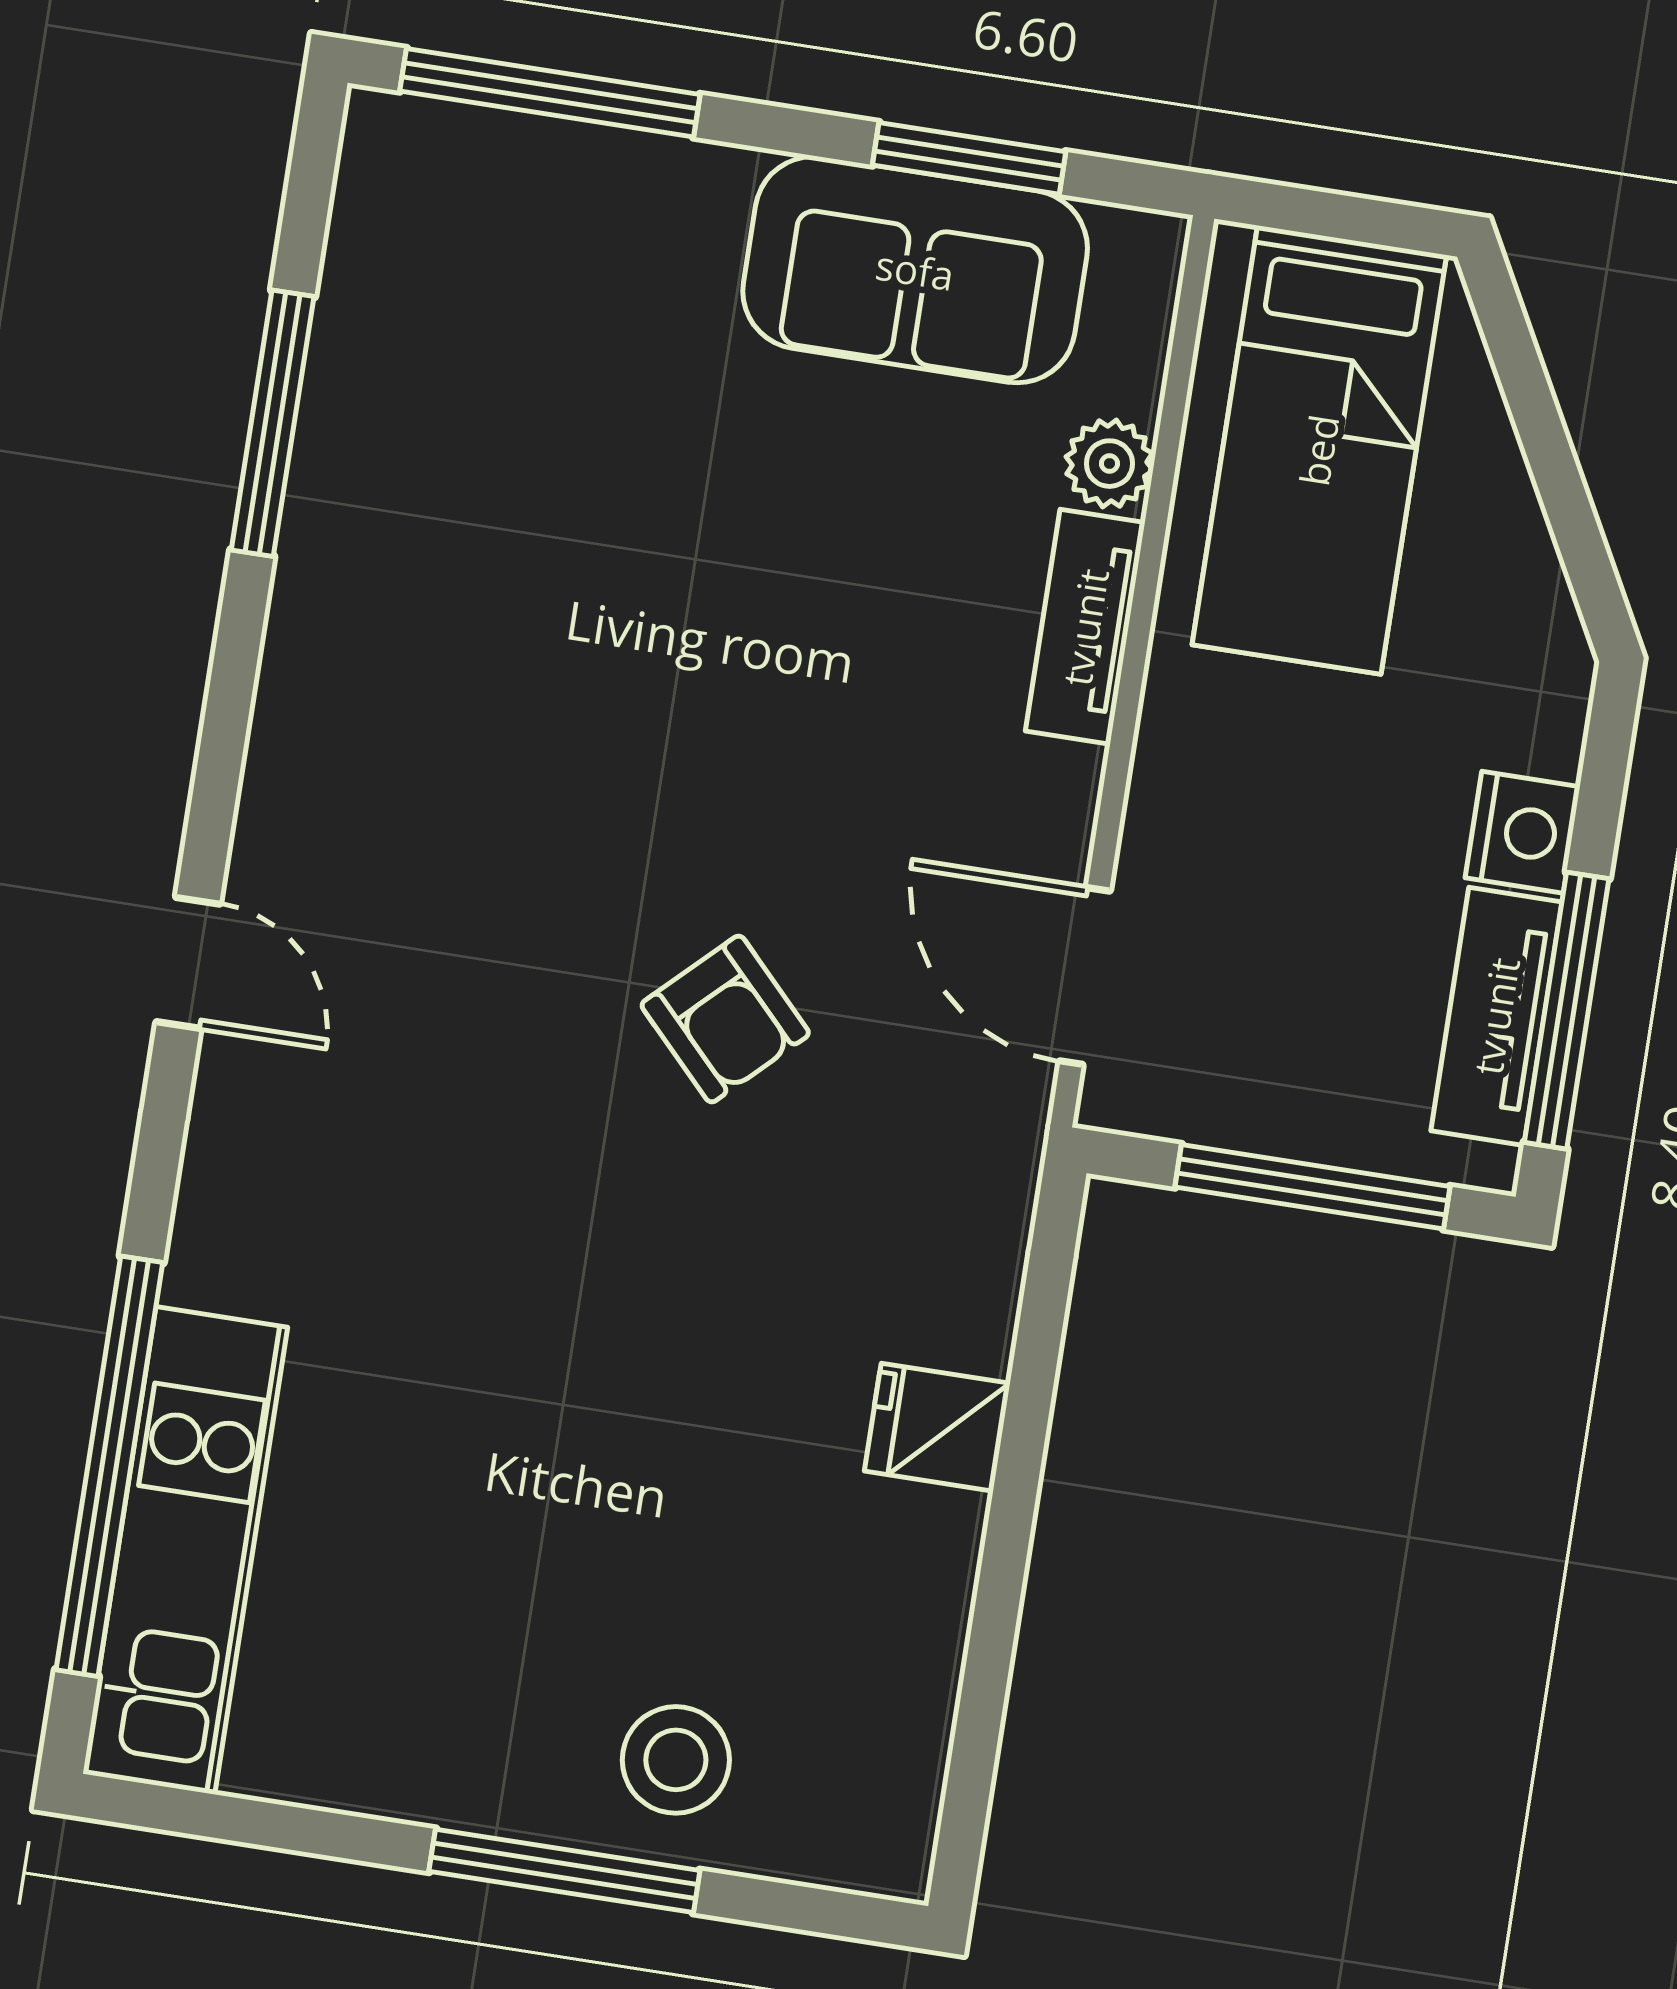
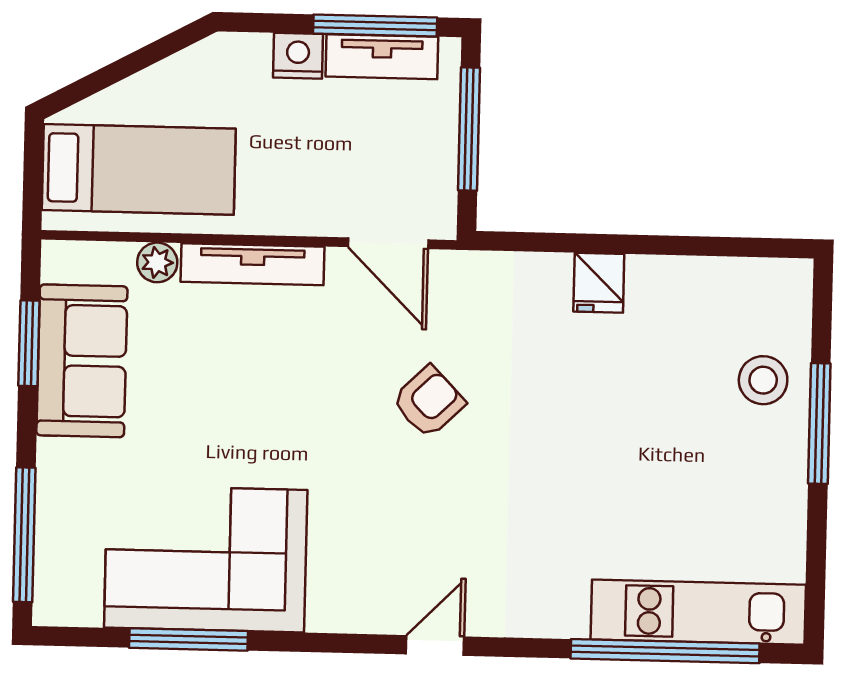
corner sofa: (445, 484) -> (206, 559), added
tv unit: (1085, 627) -> (253, 264), width x1.41
door: (1085, 976) -> (388, 243), hinge flipped

